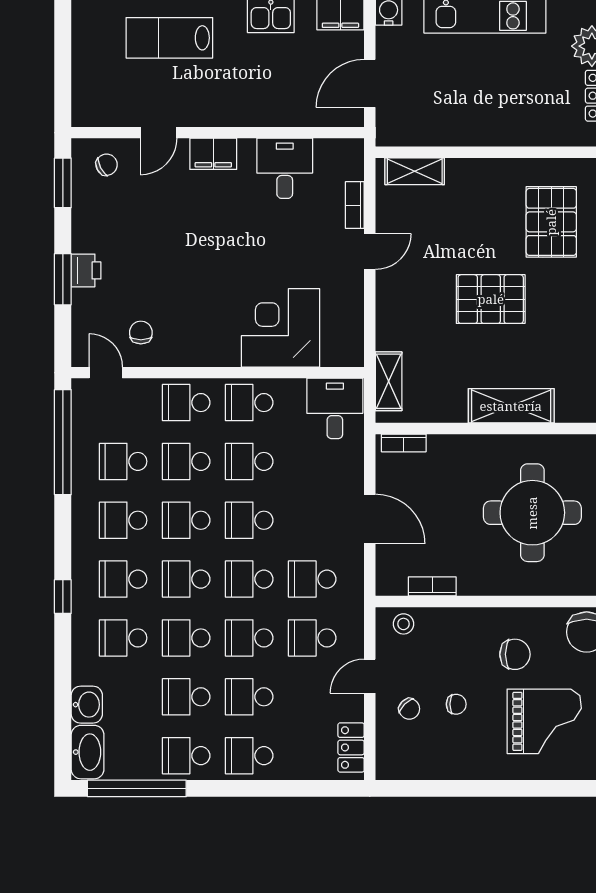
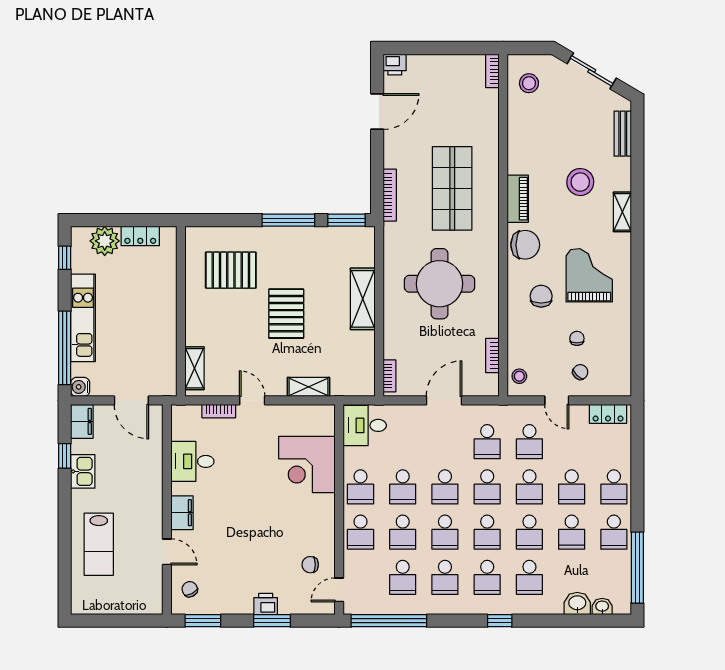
shelving: (389, 381) -> (308, 387), moved
washbasin: (88, 752) -> (602, 607), width x0.52, depth x0.69

